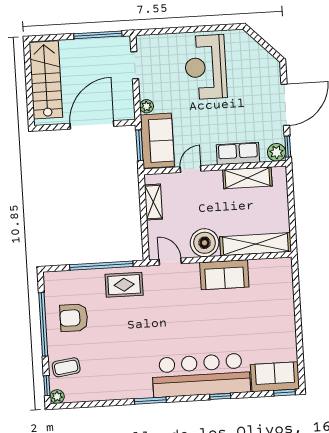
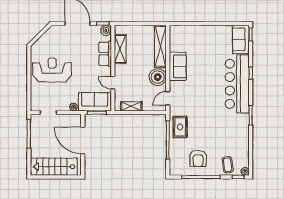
reception desk: (206, 67) -> (52, 70), turned 180

